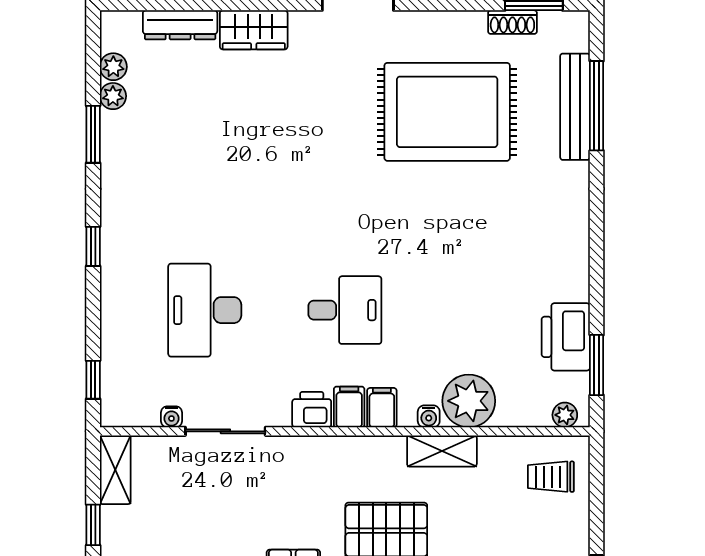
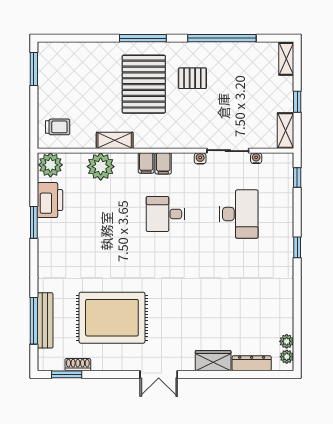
plant: (113, 96) -> (287, 357), moved
window: (93, 134) -> (297, 306), removed
window: (597, 365) -> (34, 222), moved
printer: (312, 410) -> (183, 162), removed
plant: (565, 415) -> (50, 165), width x1.88, depth x1.88
water cooler: (429, 416) -> (200, 158), moved

